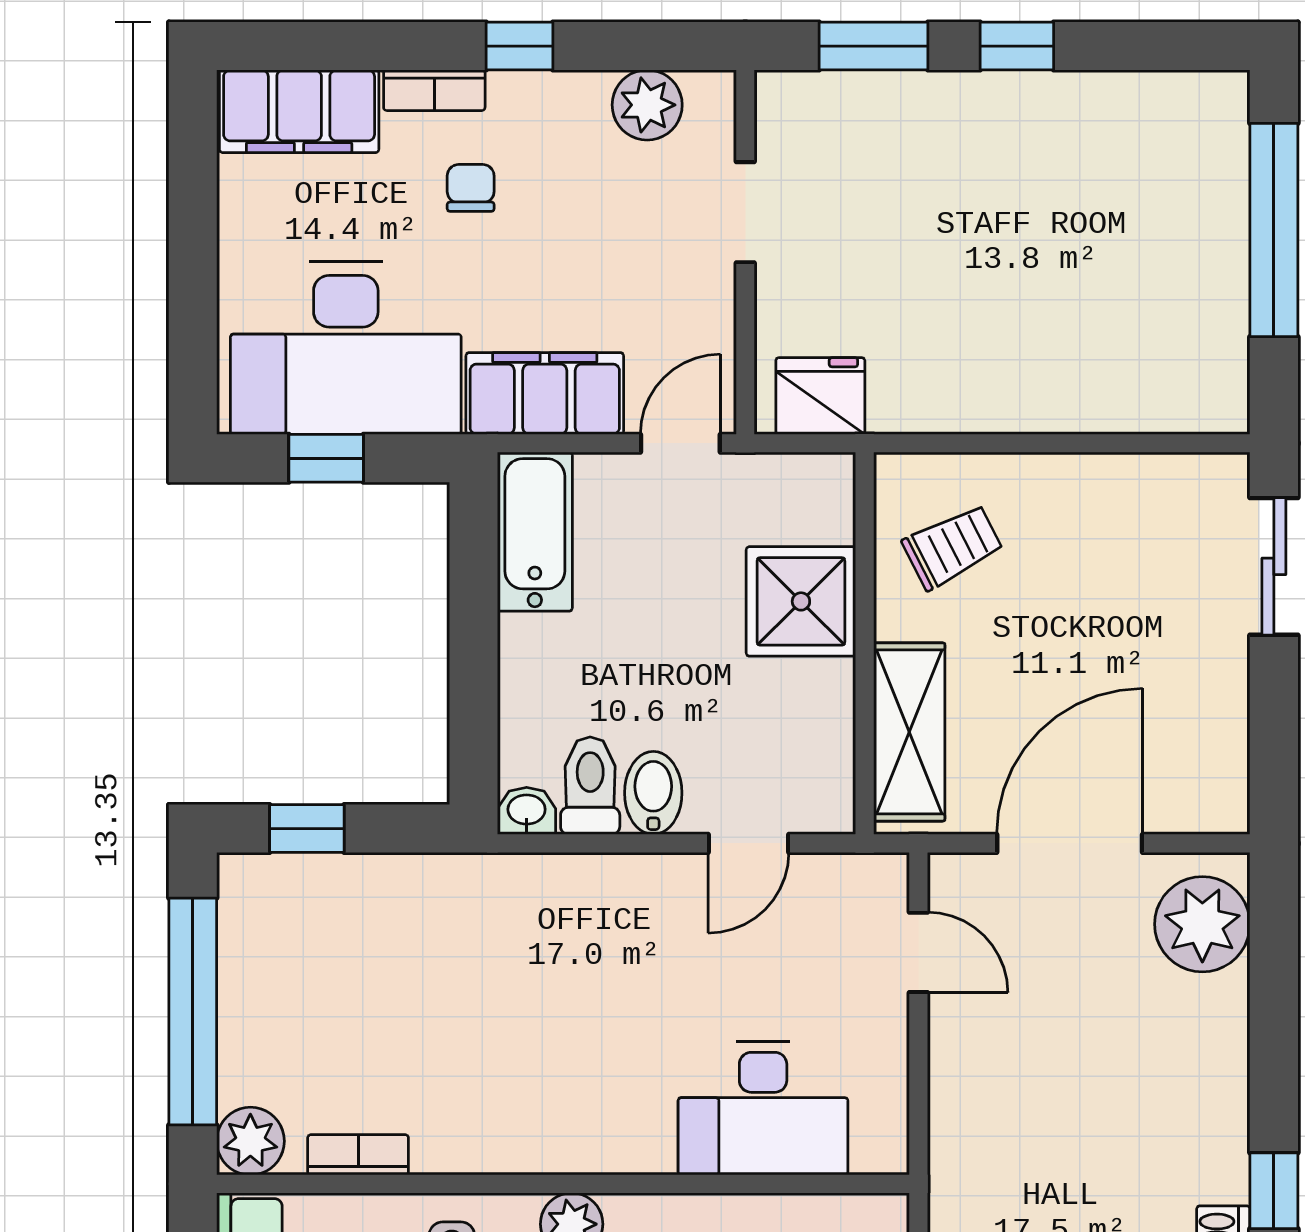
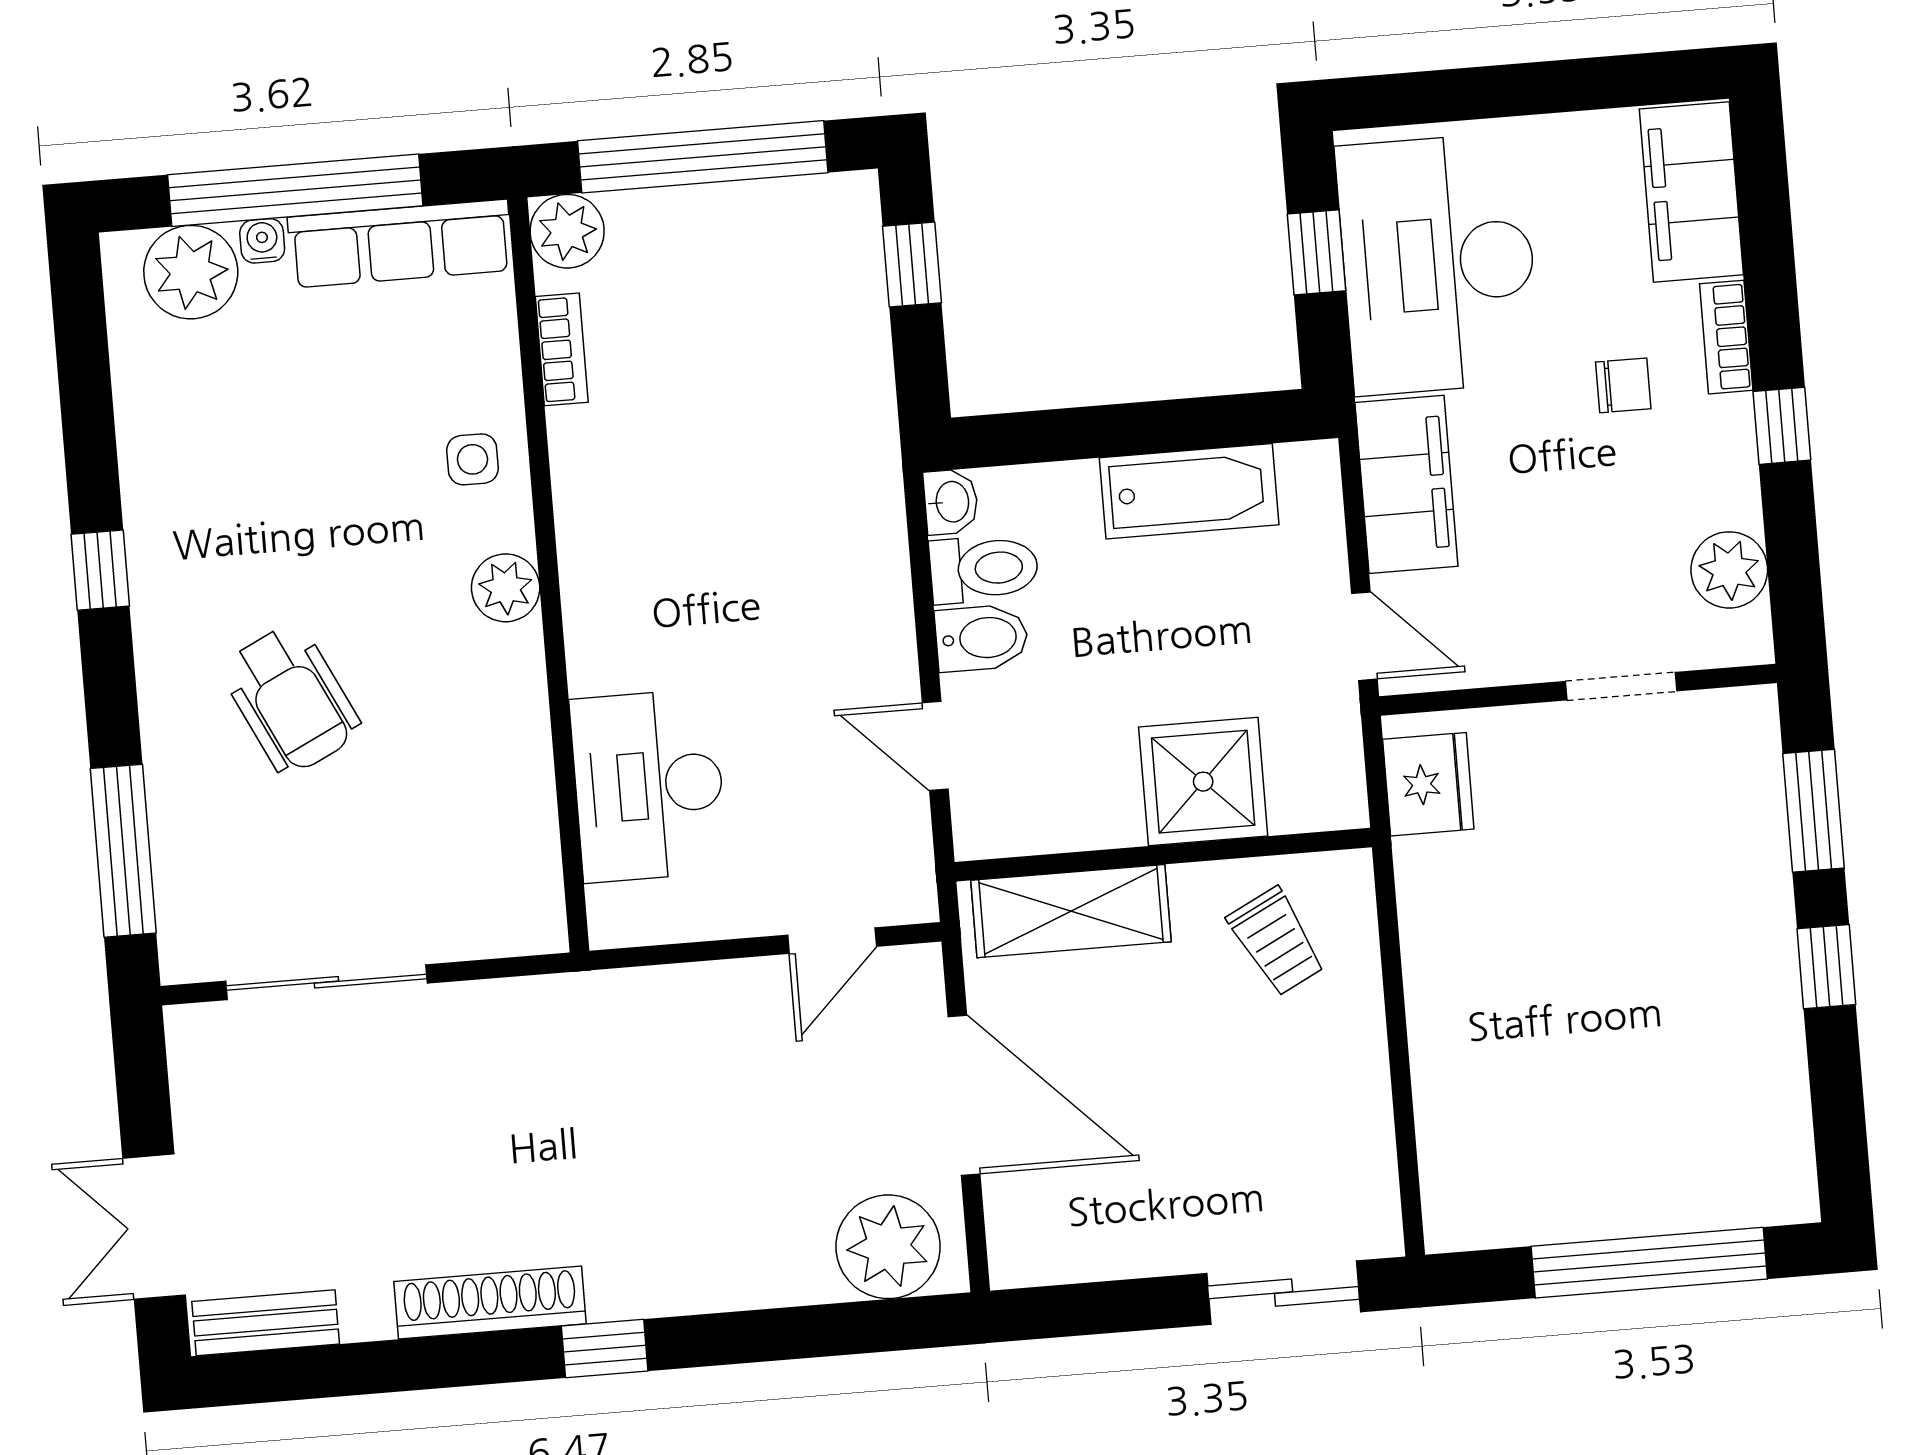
bathtub: (535, 532) -> (1189, 491), moved

